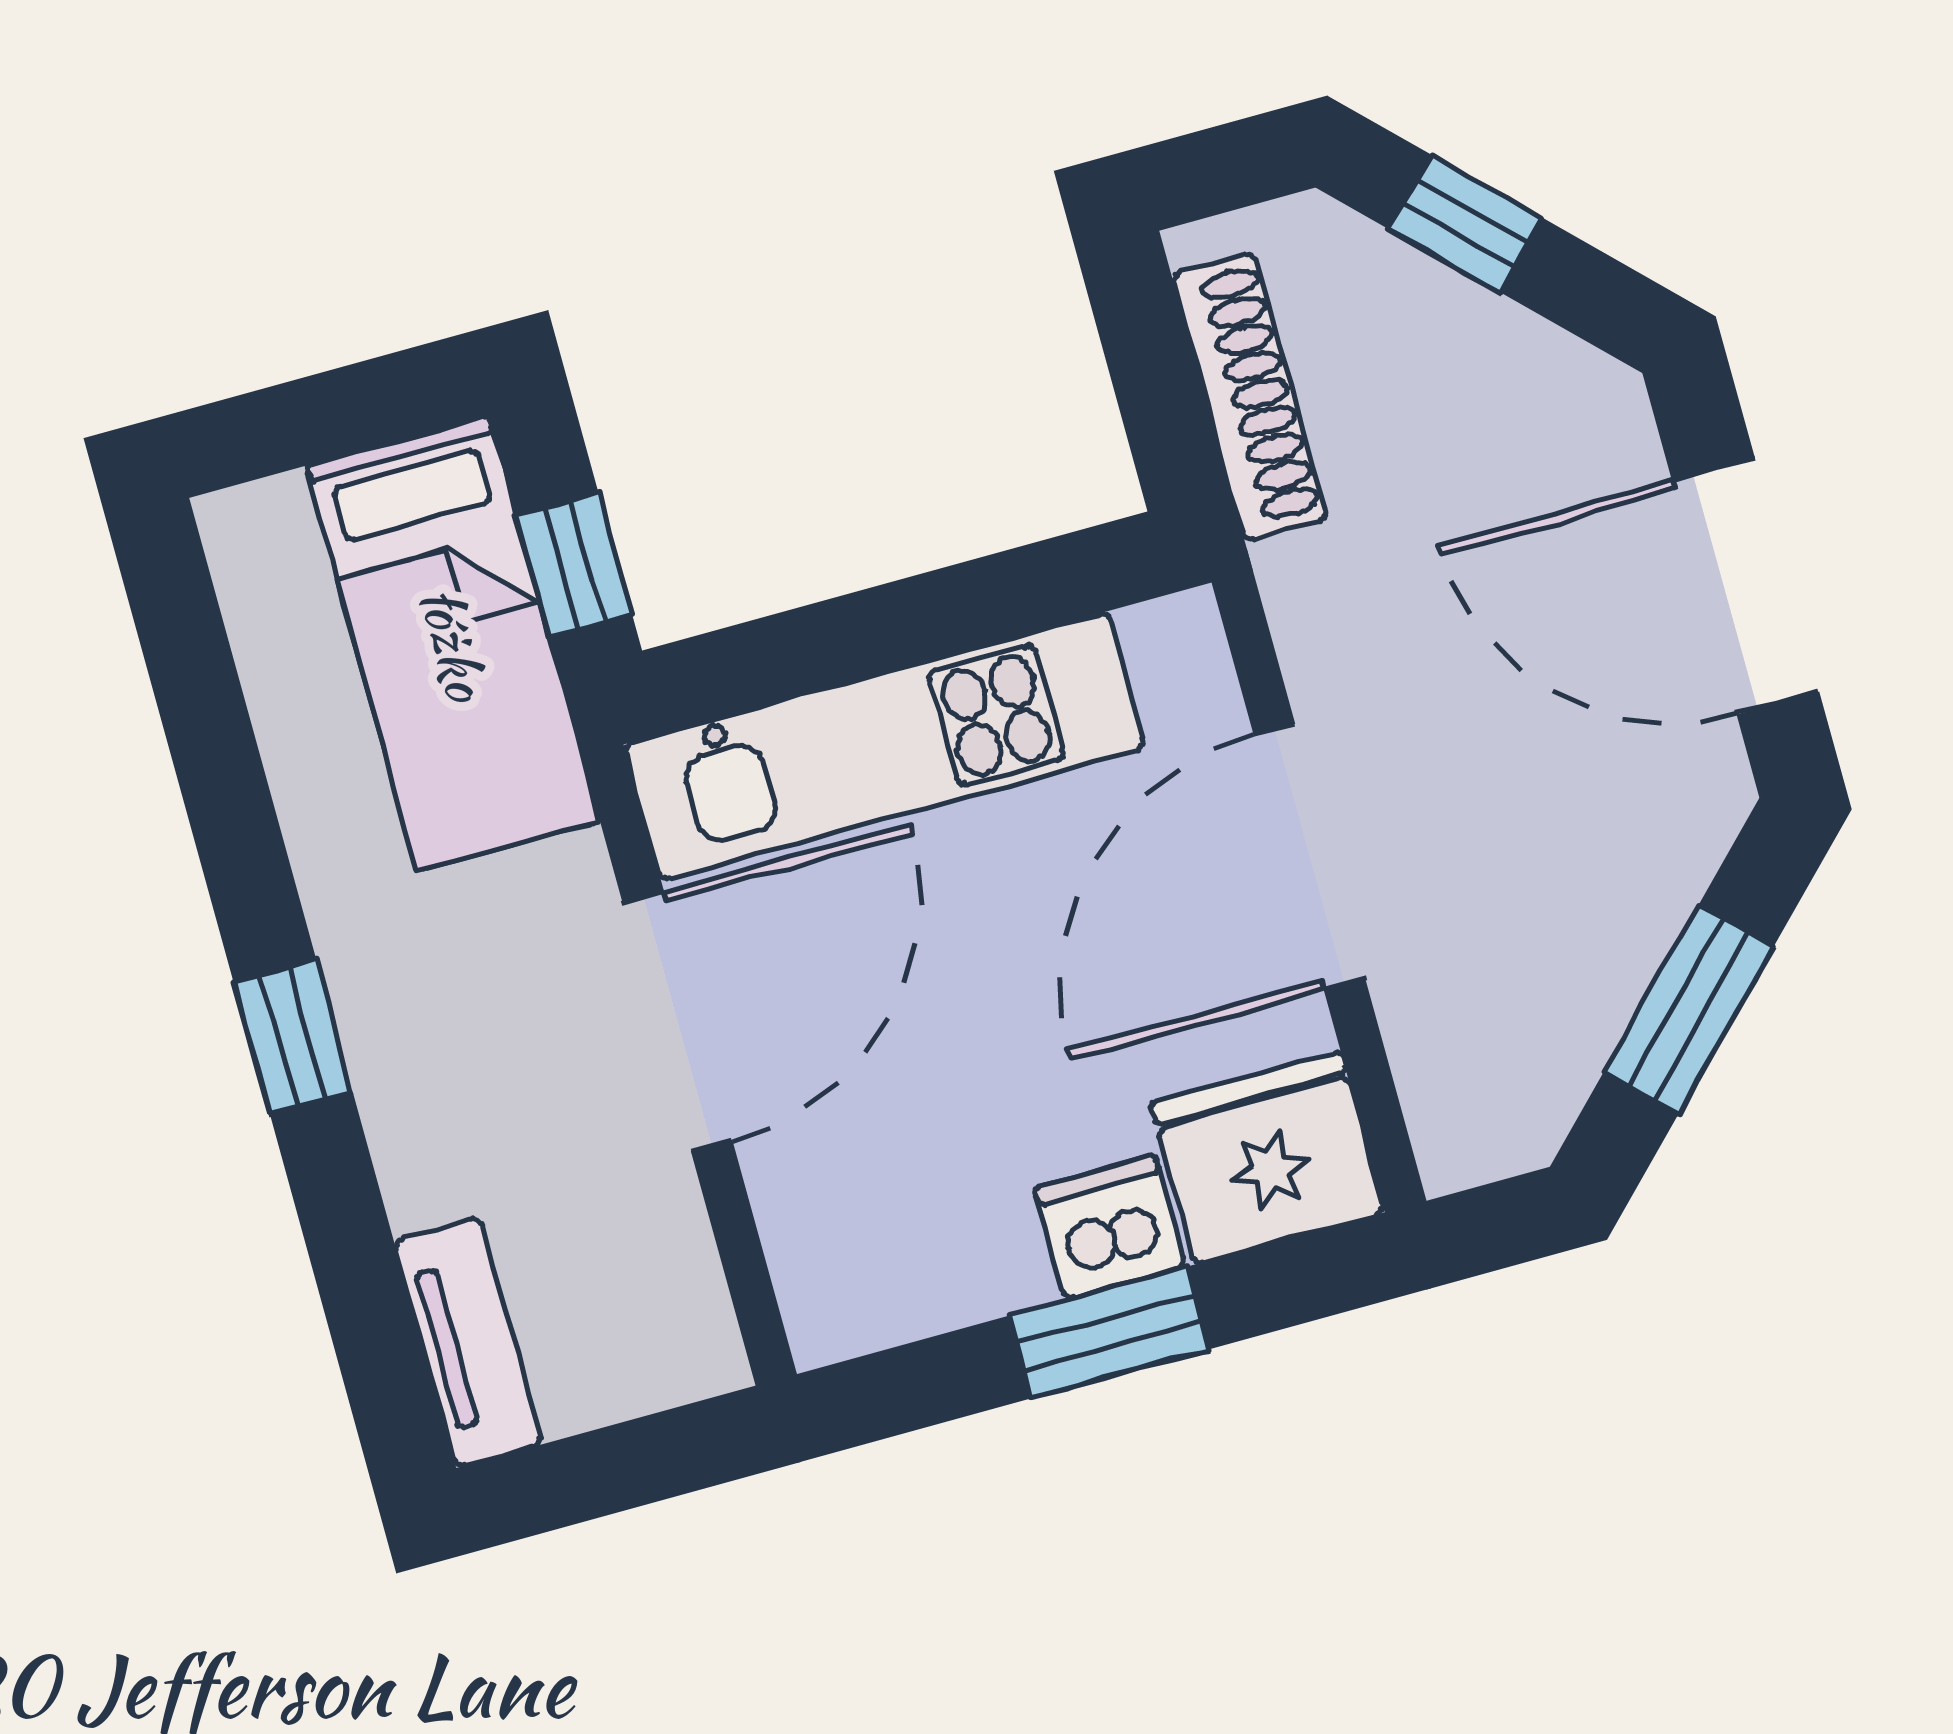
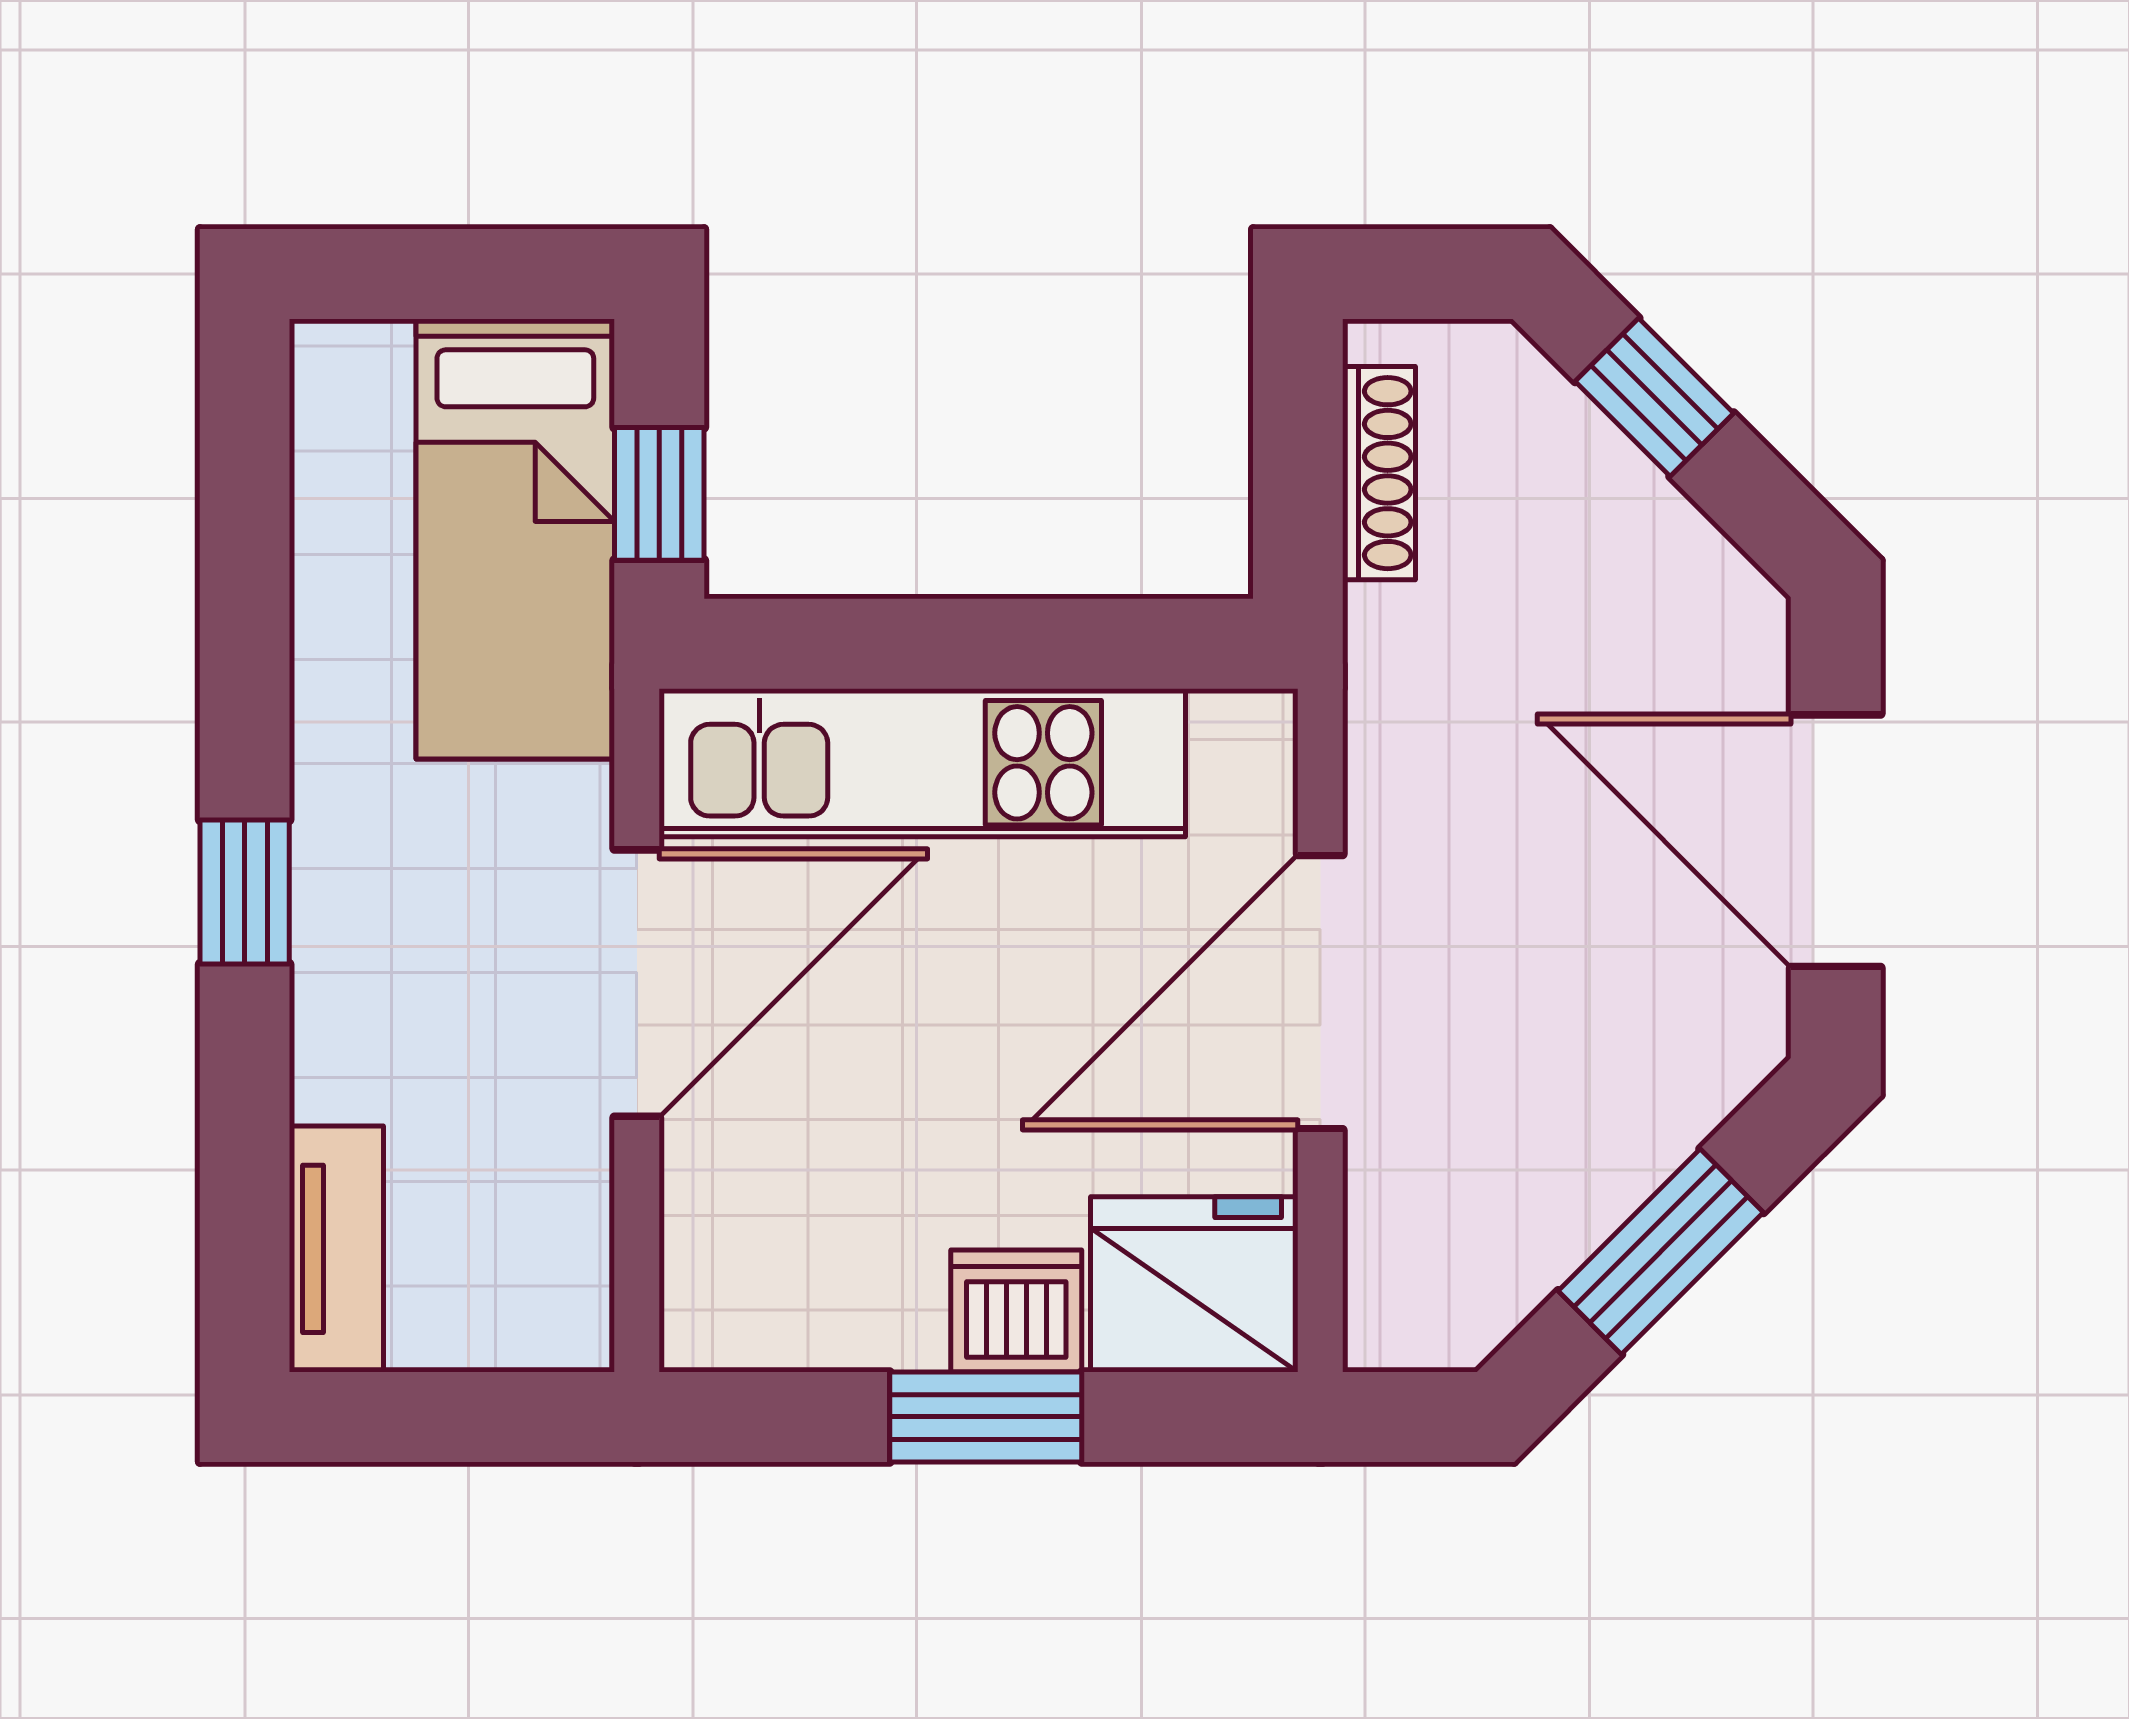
shoe rack: (1249, 397) -> (1379, 473), width x0.74, depth x0.81

